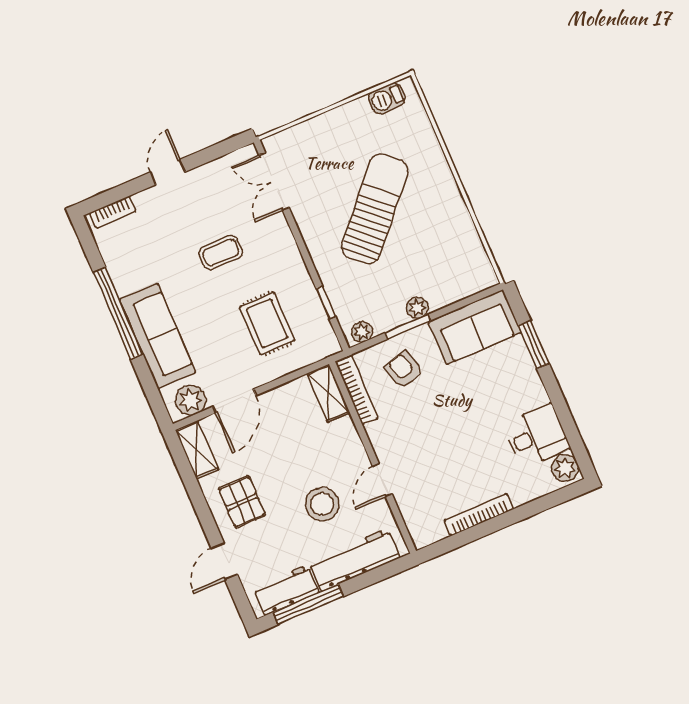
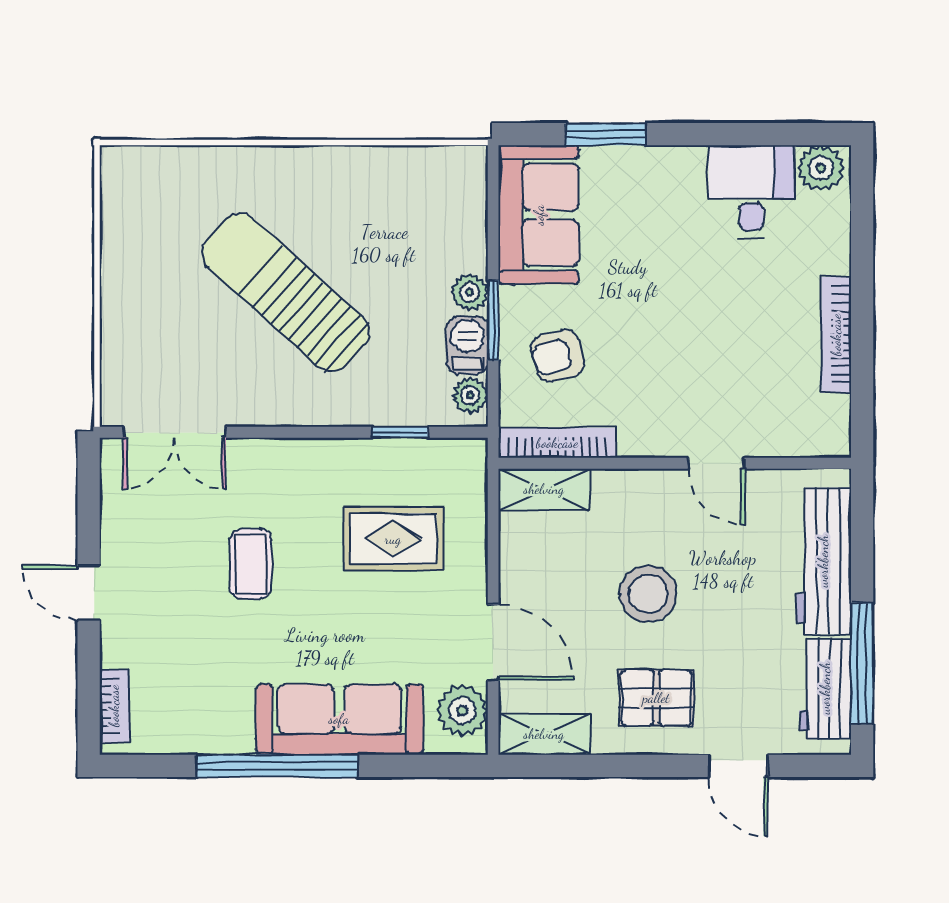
barbecue: (387, 98) -> (467, 345), moved, turned 180
stool: (322, 504) -> (648, 594), moved

